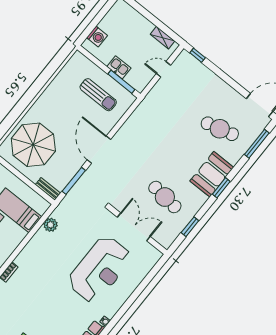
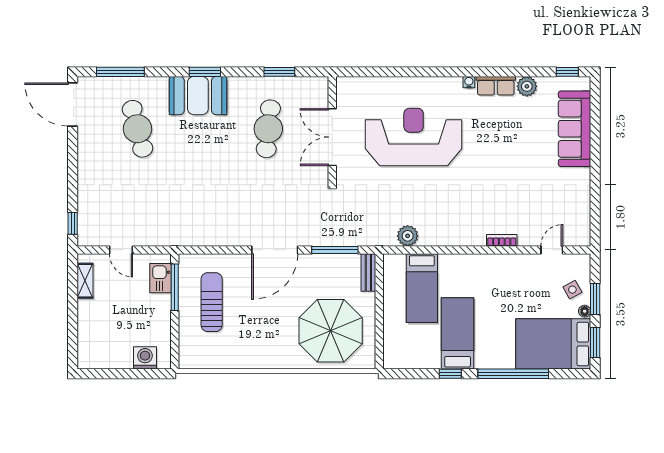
kitchen sink: (119, 67) -> (161, 278), moved

